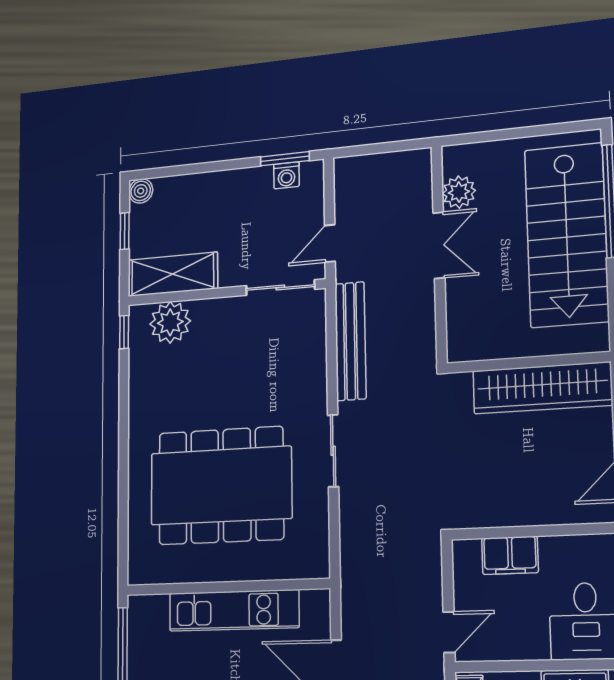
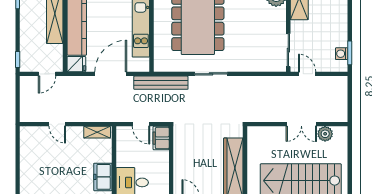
bench: (350, 341) -> (161, 83), moved
filing cabinet: (510, 555) -> (161, 138), moved
door: (449, 632) -> (141, 124), moved

